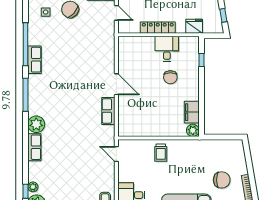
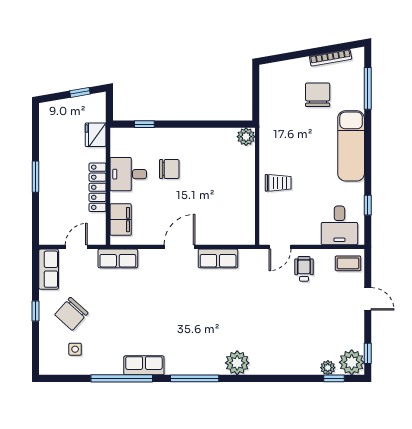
filing cabinet: (192, 112) -> (121, 220), moved, turned -90
row of seats: (34, 147) -> (118, 258), moved, turned 180
wheelchair: (101, 171) -> (304, 269), added

